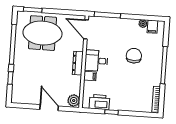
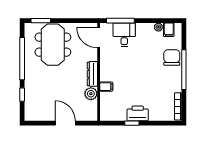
meeting table: (42, 33) -> (53, 45), turned 90
chair: (134, 56) -> (172, 58), moved
desk: (96, 61) -> (124, 35), moved, turned 90
plant: (74, 101) -> (91, 94), moved
printer: (99, 102) -> (138, 113), moved

